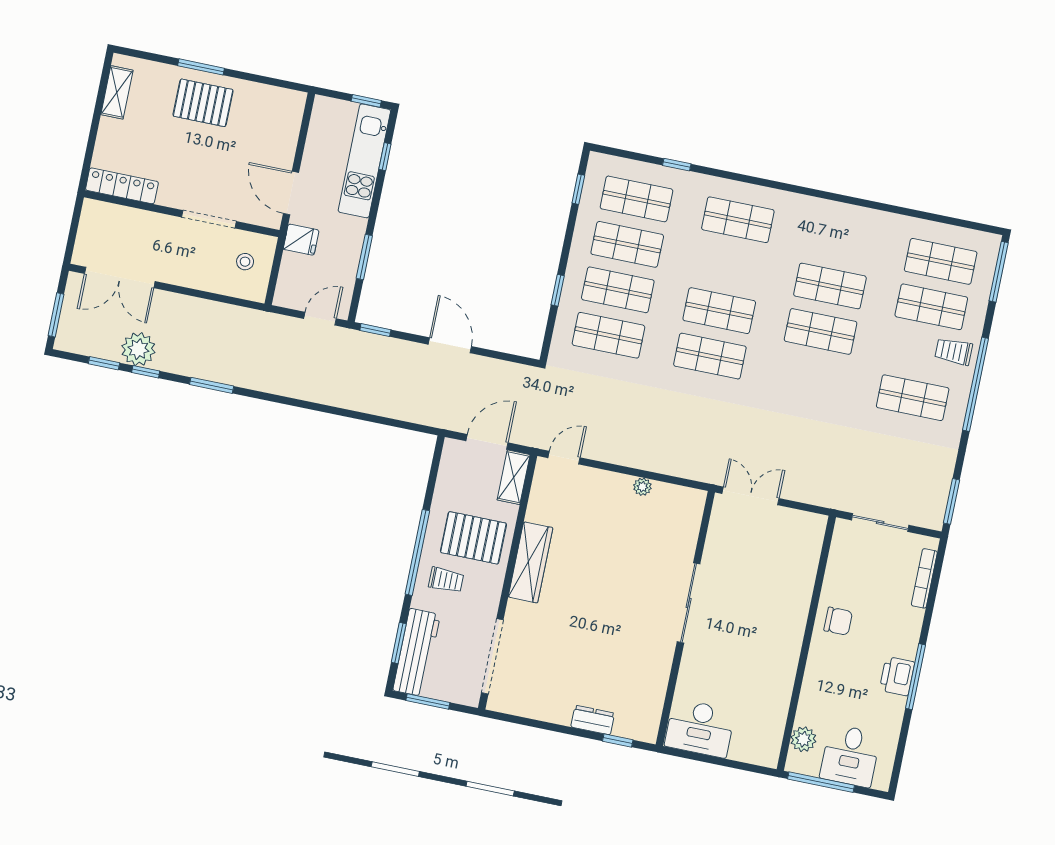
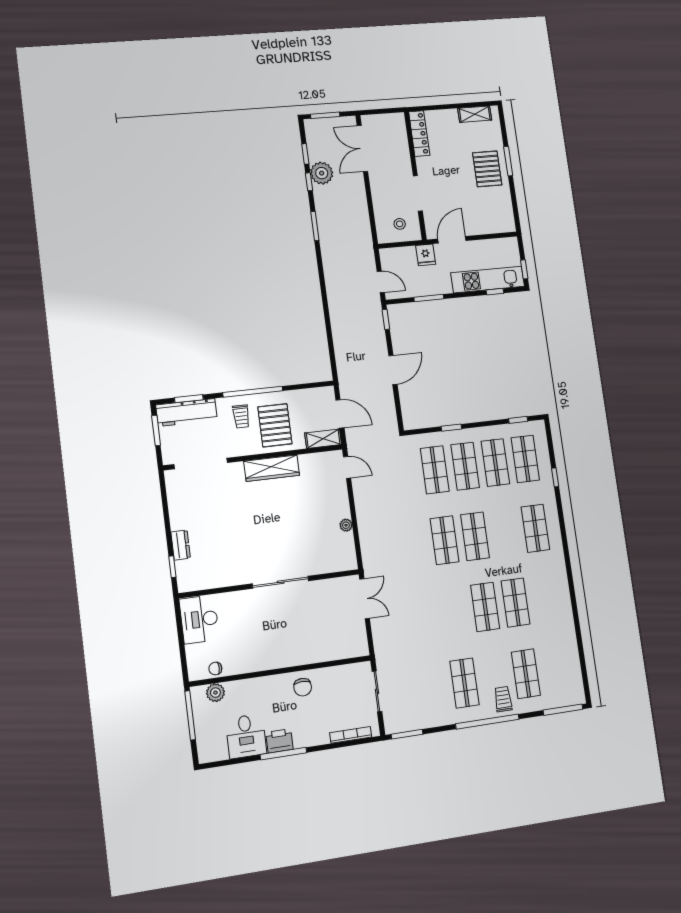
shop shelf: (941, 261) -> (556, 669), removed
chair: (772, 729) -> (215, 669), added
desk: (850, 756) -> (246, 736), moved, turned -90

